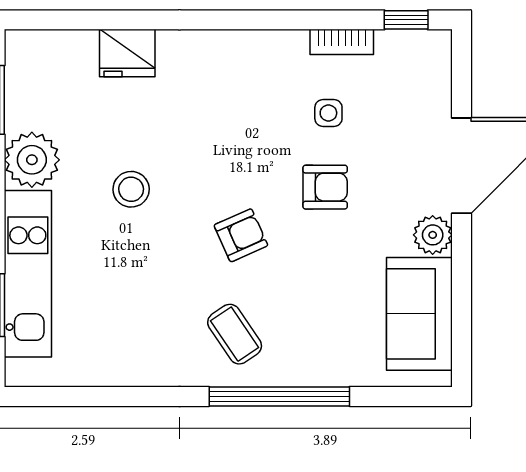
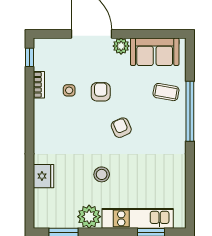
coffee table: (235, 334) -> (166, 92), moved, turned 44

